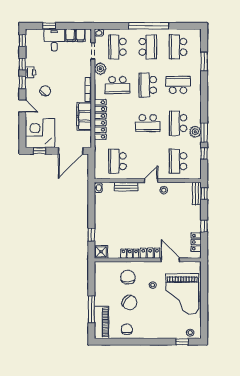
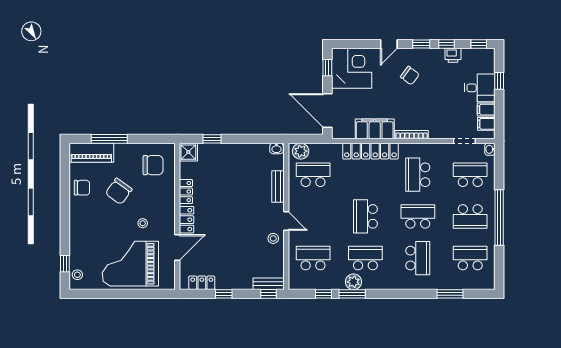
plant: (100, 69) -> (301, 151), moved
printer: (31, 72) -> (453, 55), moved
chair: (128, 277) -> (153, 165), moved

